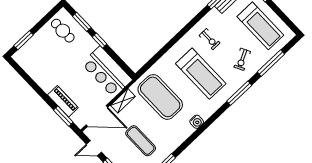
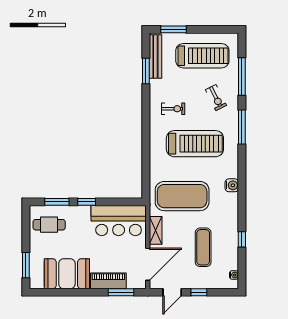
booth: (43, 71) -> (67, 274), added
exercise mat: (141, 141) -> (203, 247), turned 90

